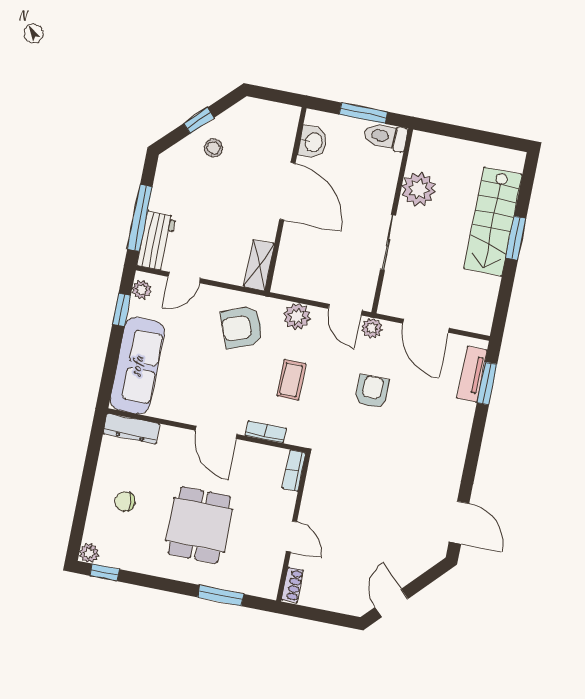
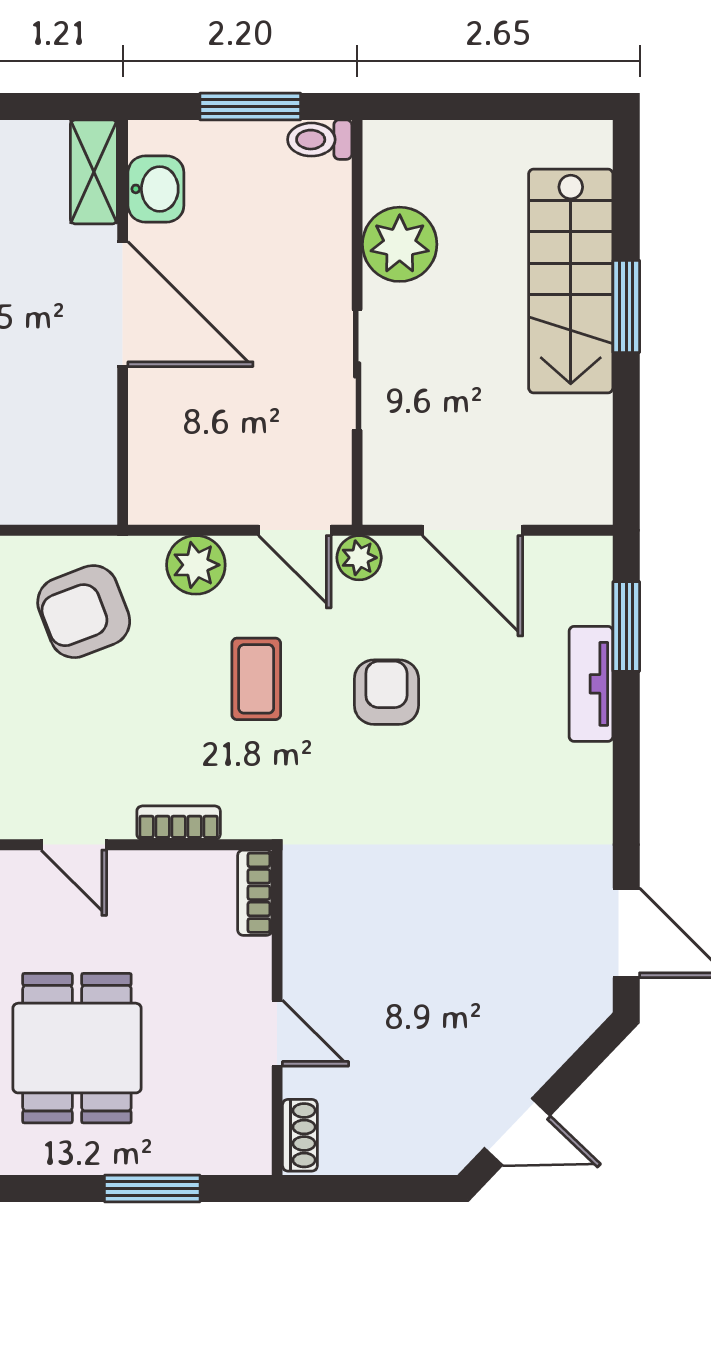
toilet: (386, 137) -> (320, 140), width x0.73, depth x0.72
shelving: (259, 265) -> (94, 172), moved
tv unit: (472, 374) -> (591, 684), moved
coffee table: (291, 380) -> (256, 679), moved
door: (216, 432) -> (74, 845), width x0.73
door: (391, 603) -> (517, 1132), swing flipped

